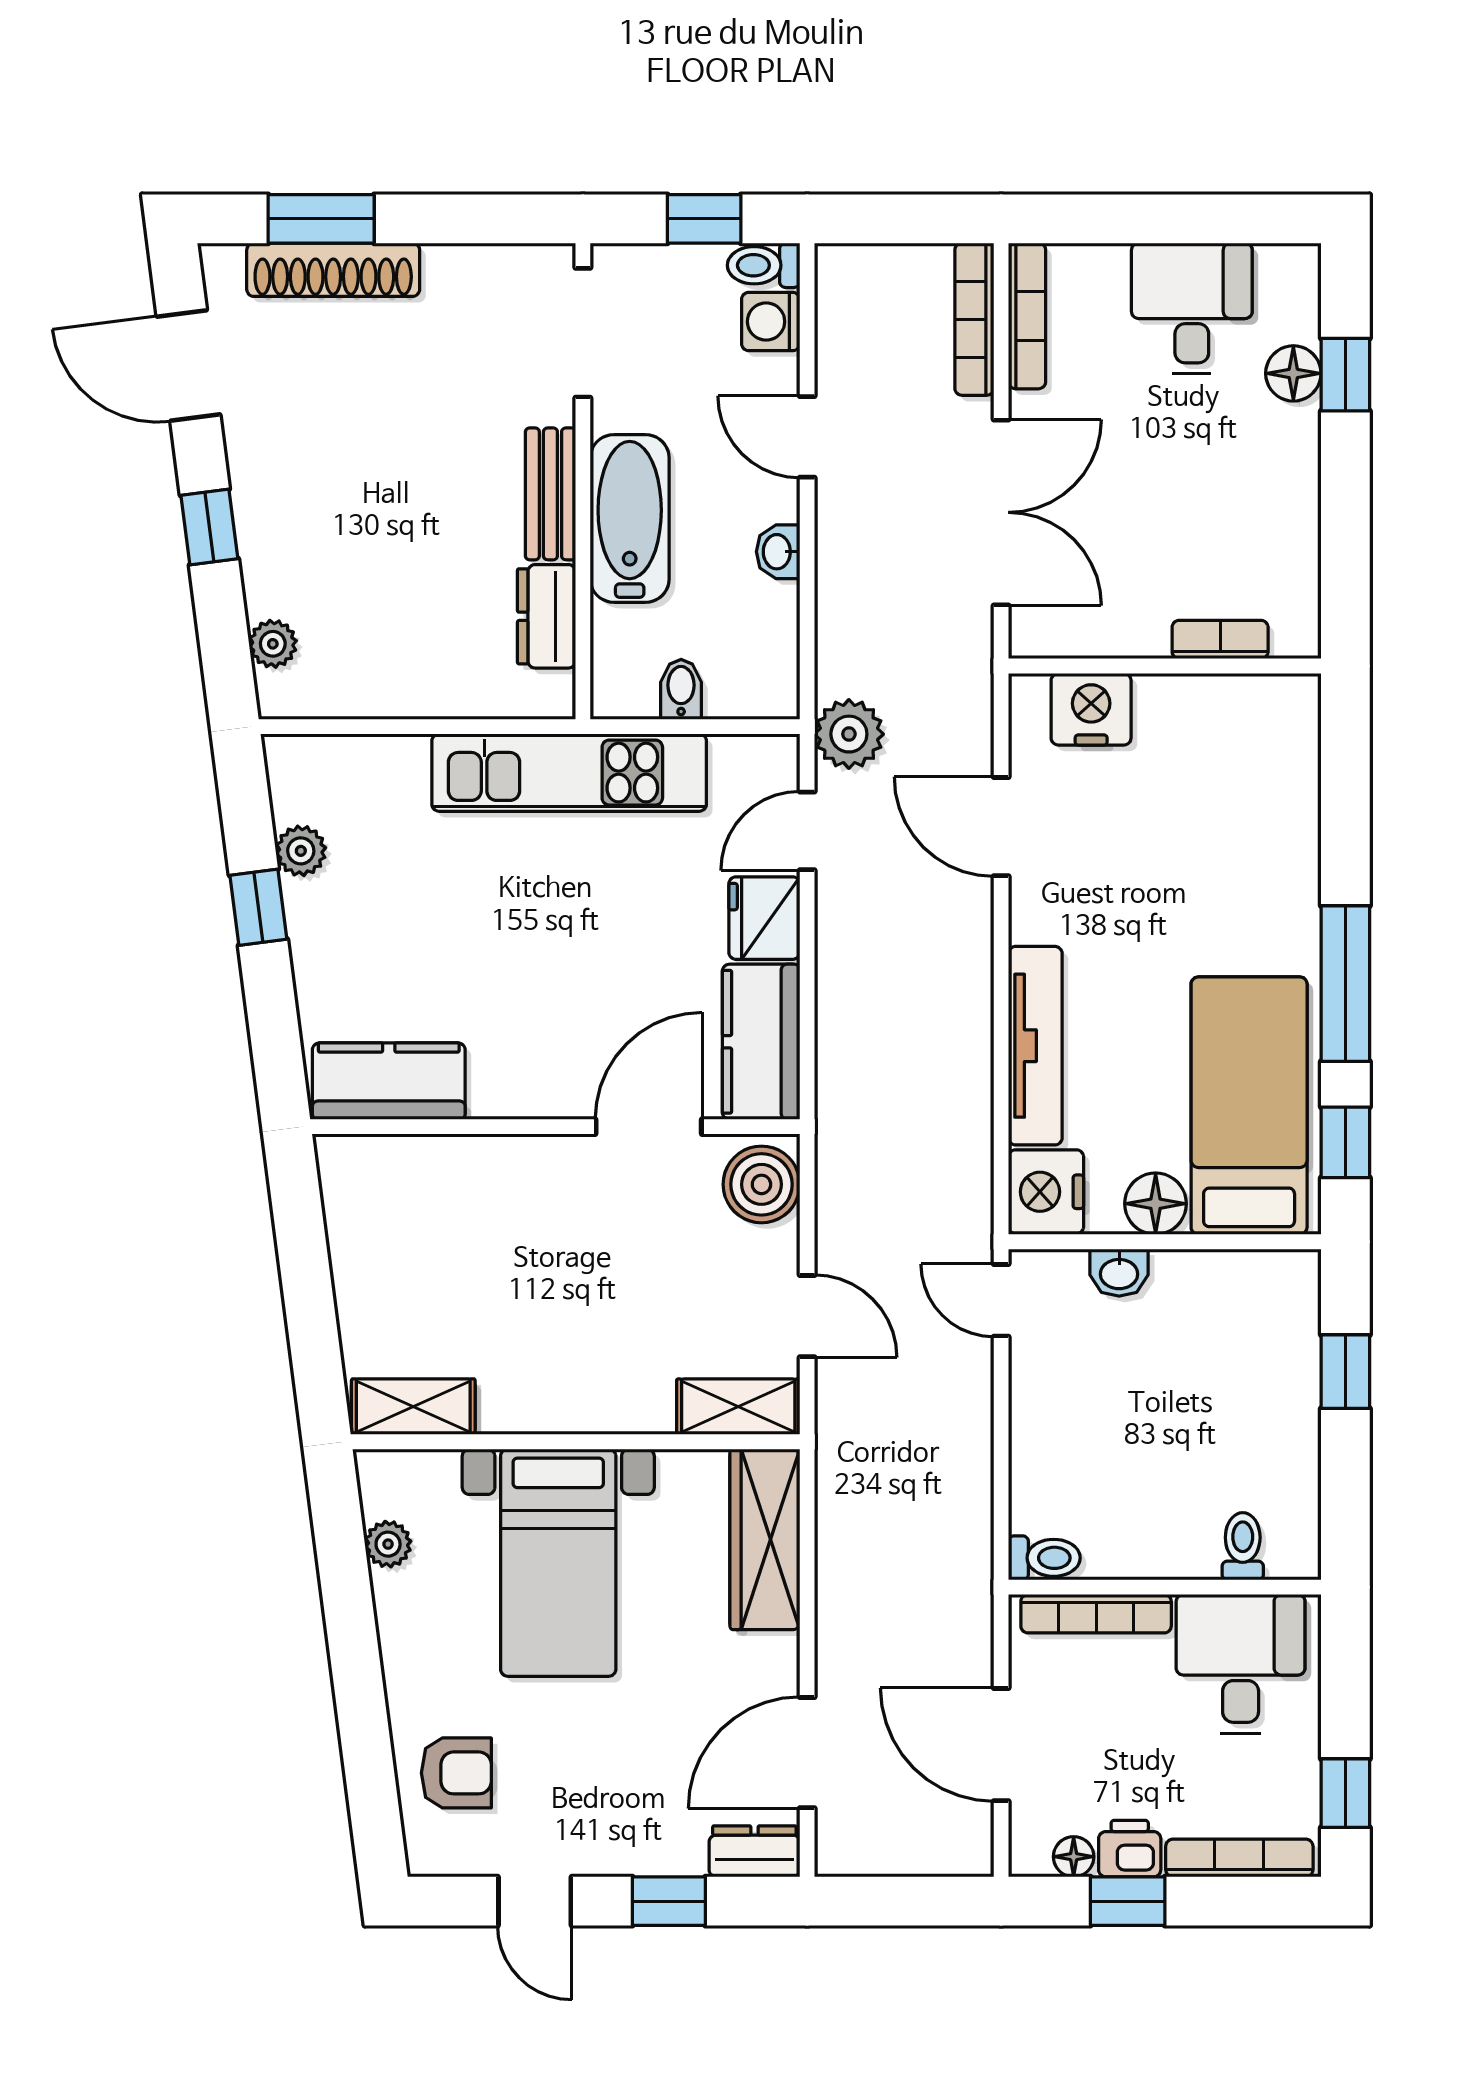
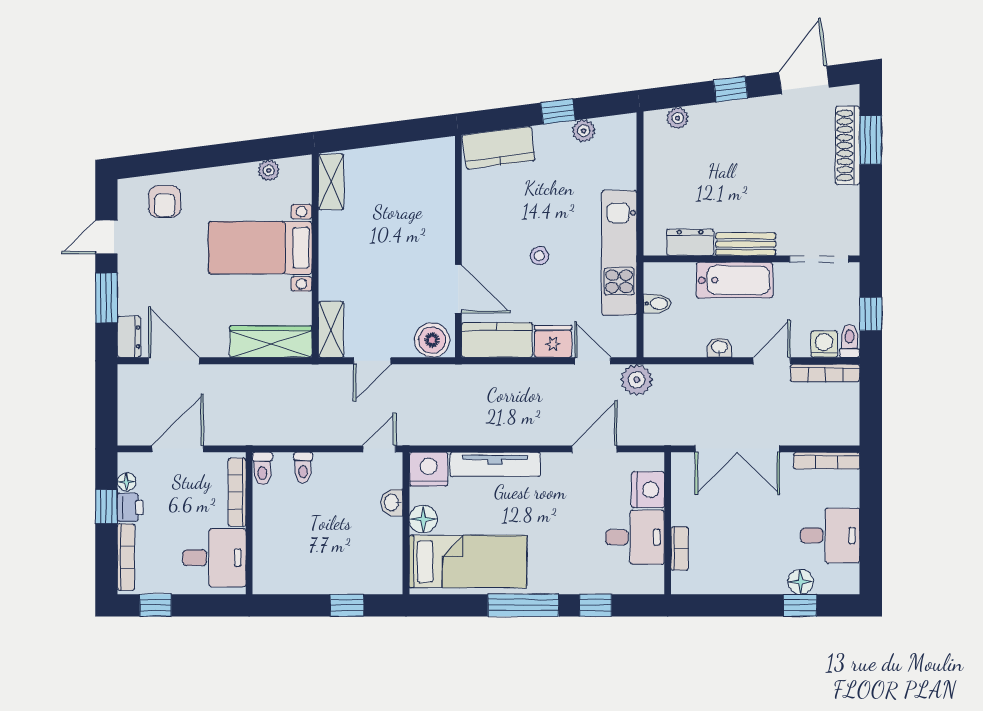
bookcase: (974, 319) -> (825, 373), moved, turned 180
desk: (1196, 738) -> (635, 537), added
stool: (576, 948) -> (539, 256), added
kitchen counter: (389, 1081) -> (499, 148), moved, turned 83
window: (1345, 1142) -> (596, 605), moved
toilet: (1243, 1546) -> (303, 468), moved, turned 90
window: (669, 1901) -> (106, 298), width x1.50

